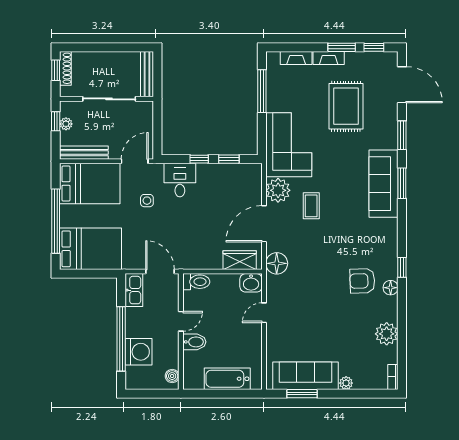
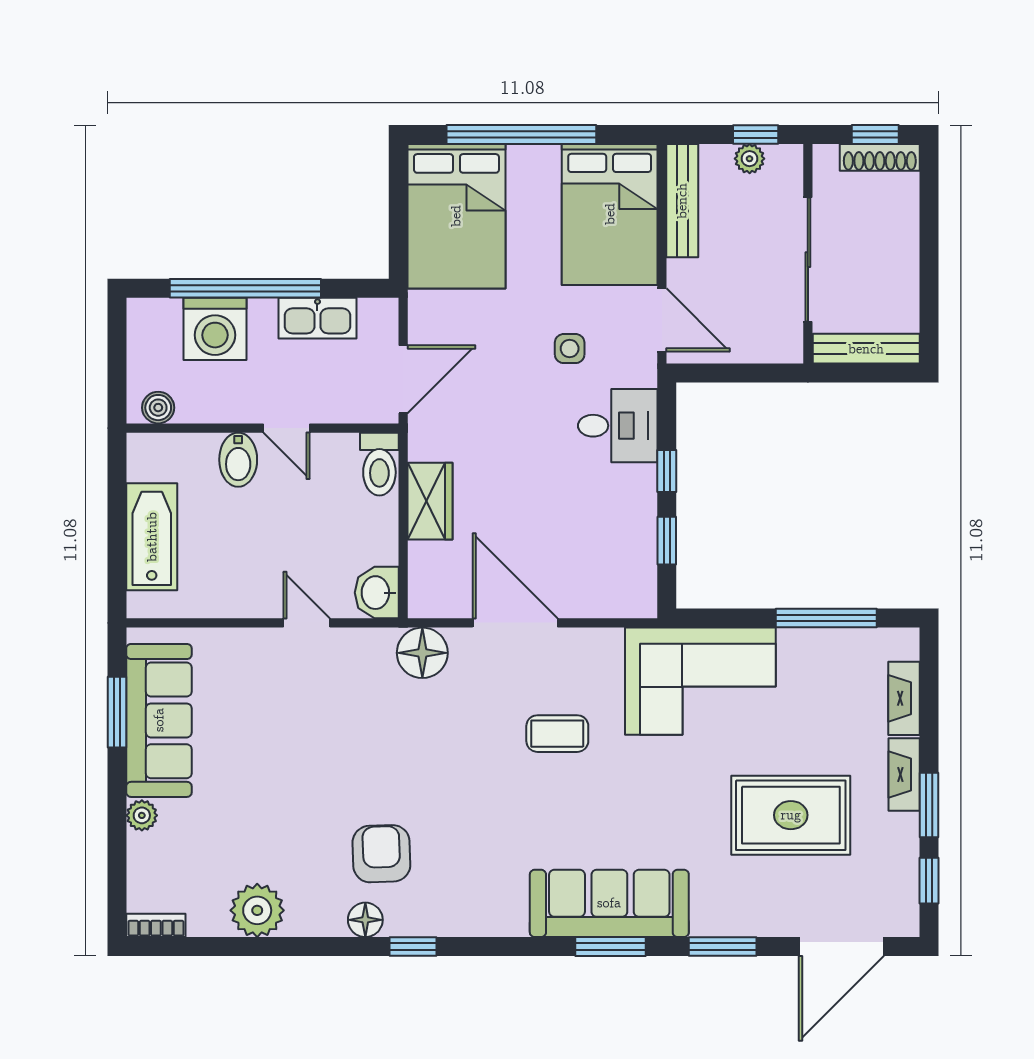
plant: (278, 190) -> (594, 656), removed
wardrobe: (240, 260) -> (430, 501), moved
kitchen sink: (134, 290) -> (317, 318), moved

